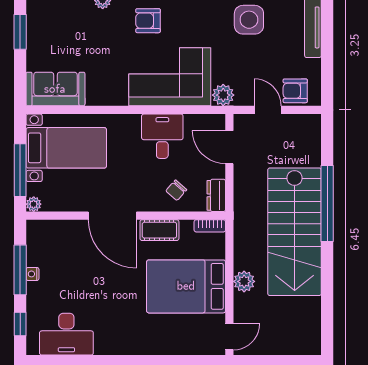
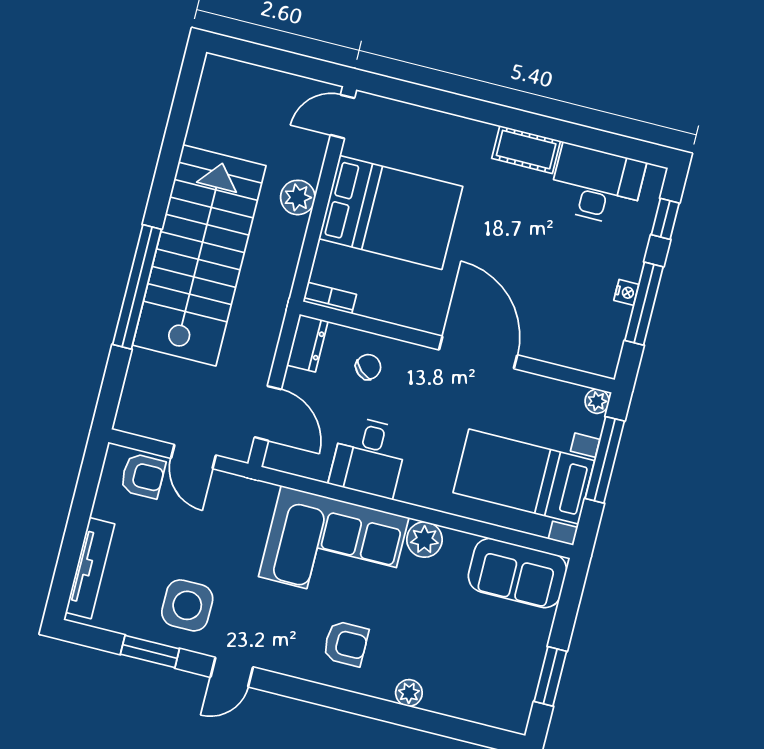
plant: (223, 95) -> (424, 540), moved
cot: (159, 230) -> (526, 150), moved

